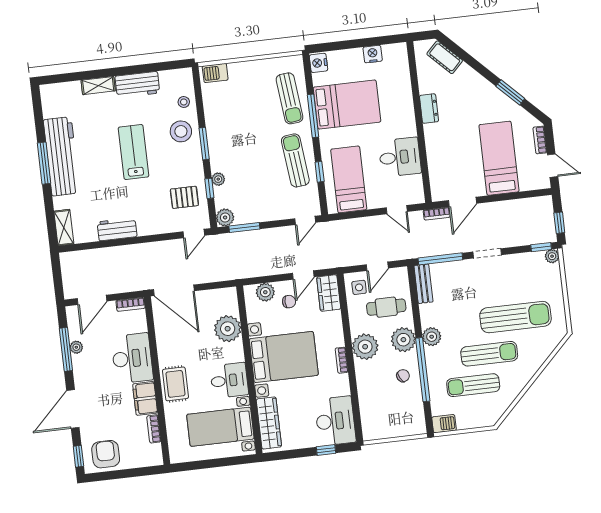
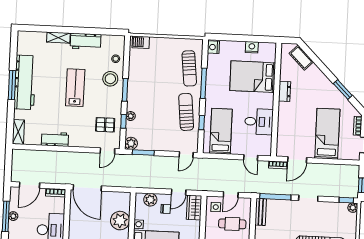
bed: (347, 105) -> (253, 77), moved, turned 180

